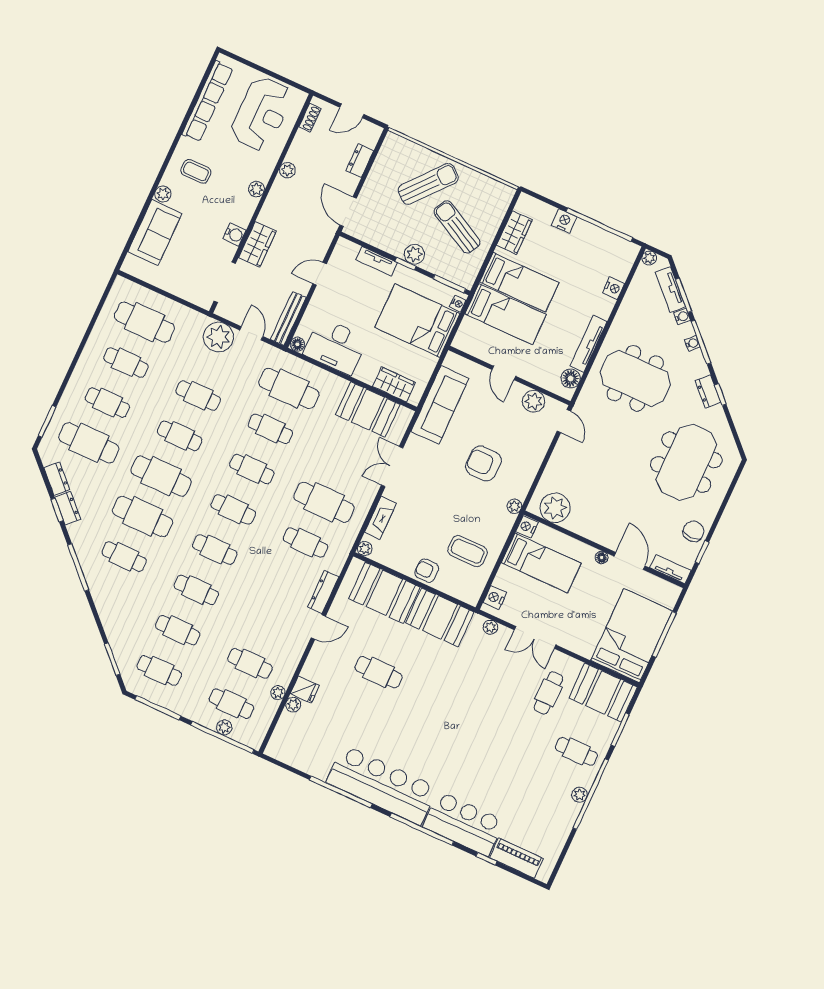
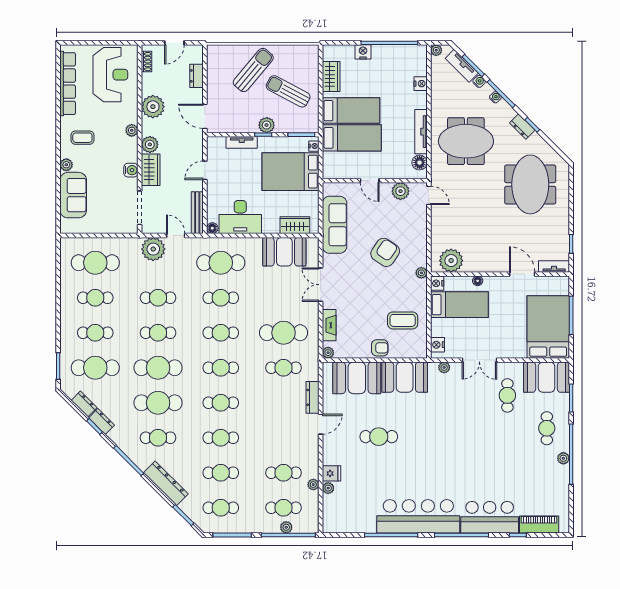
plant: (287, 170) -> (153, 107), width x1.87, depth x1.87
plant: (270, 215) -> (150, 144), added
armchair: (483, 464) -> (385, 252), turned 124
chair: (693, 531) -> (558, 232), removed
floor lamp: (602, 558) -> (478, 281), moved
armchair: (427, 571) -> (380, 348), turned 180
dresser: (109, 613) -> (166, 483), added
cafe table: (576, 752) -> (547, 428), turned 90

